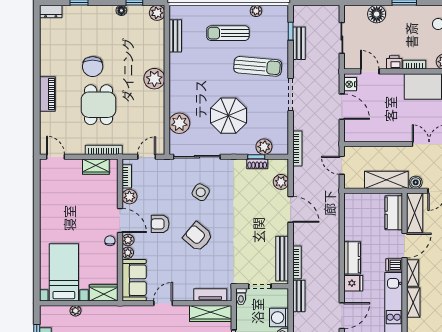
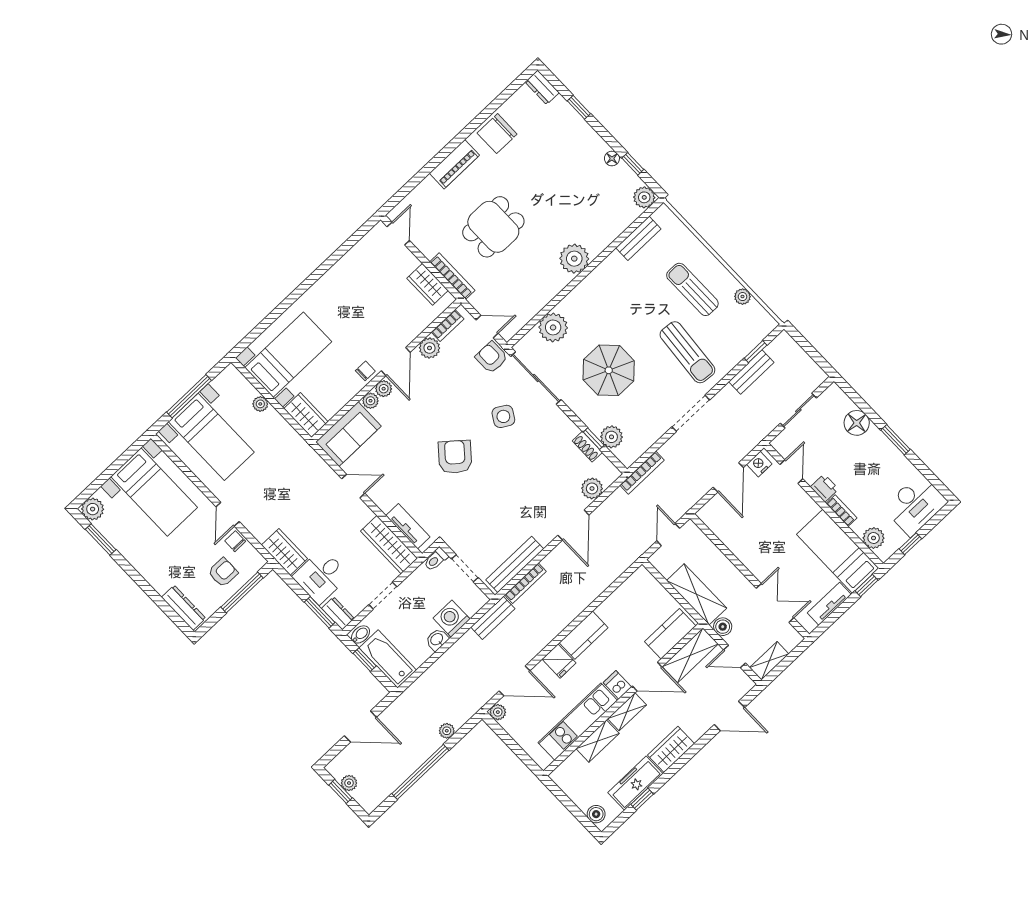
chair: (93, 67) -> (497, 134), moved
armchair: (160, 224) -> (492, 357), moved

